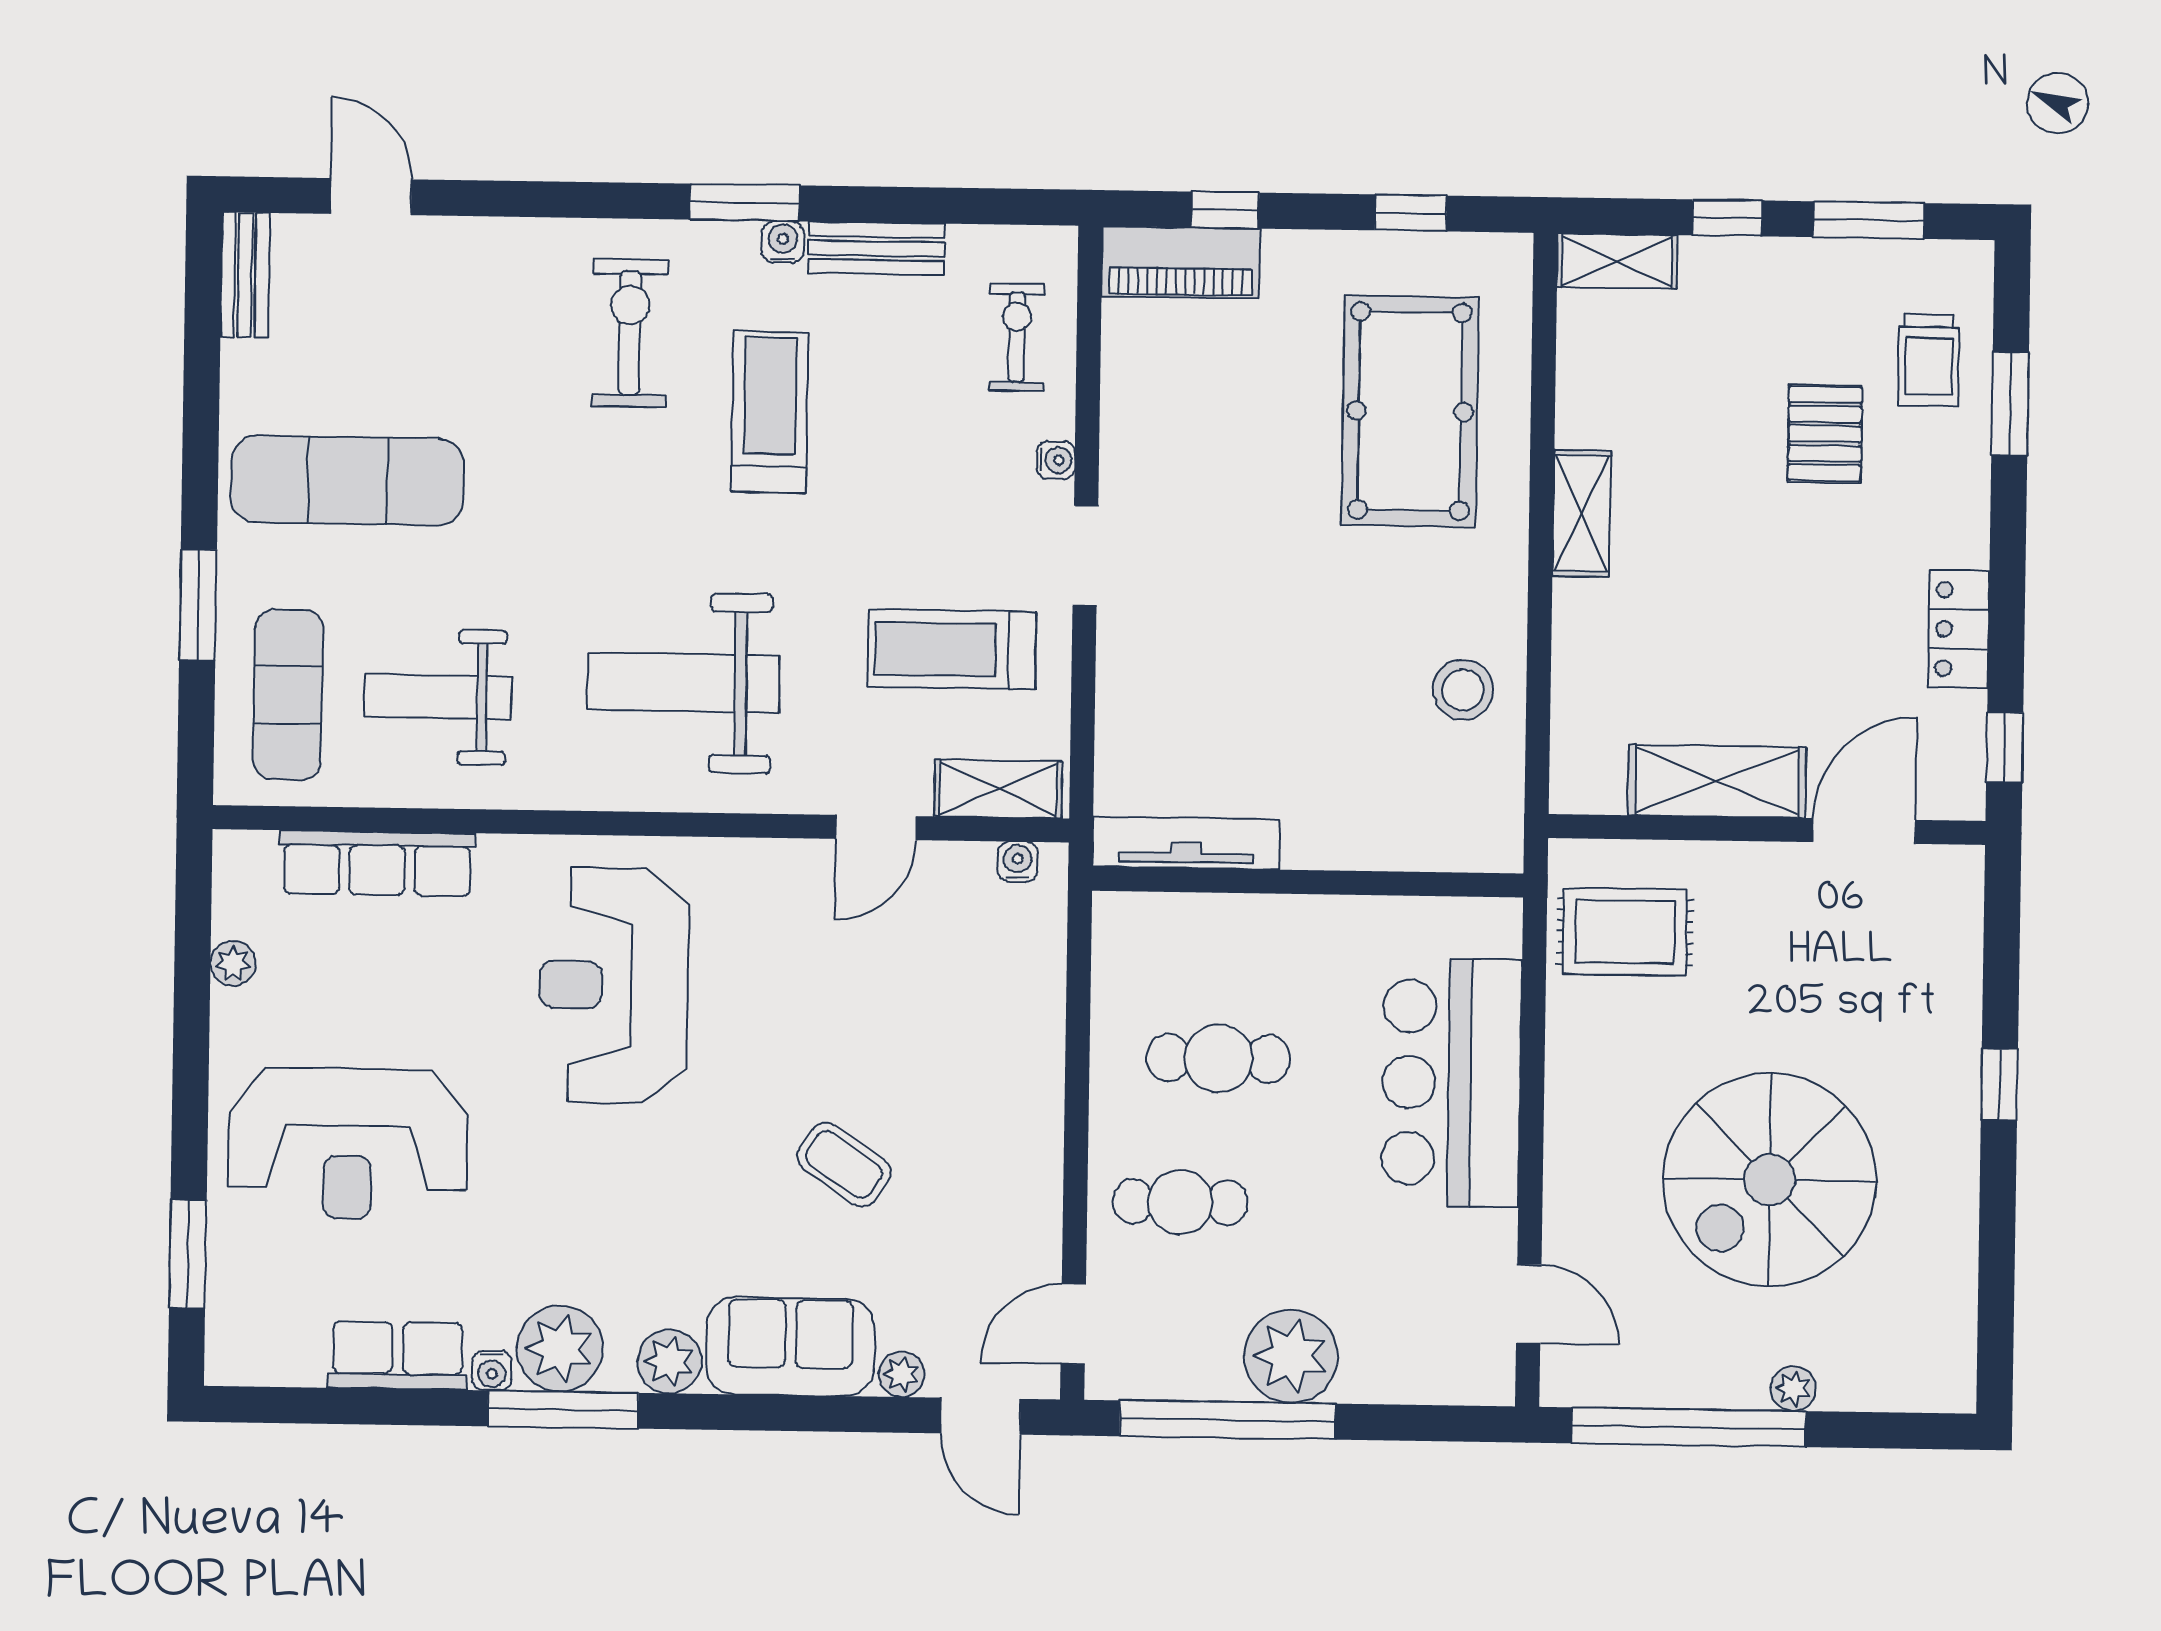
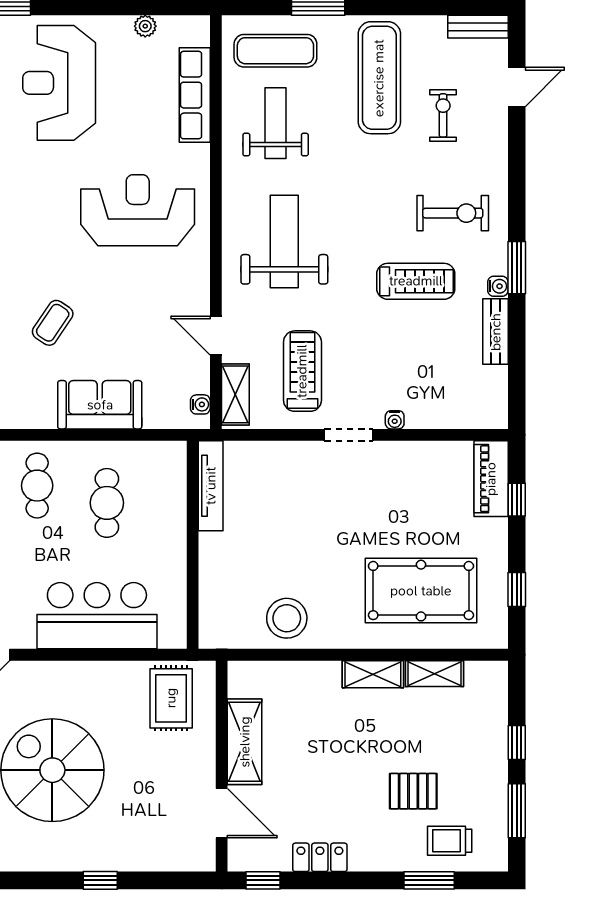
shelving: (1617, 261) -> (435, 674), moved, turned 90
exercise bike: (1017, 337) -> (443, 115), moved, turned -90
stool: (1463, 690) -> (287, 618), width x1.38, depth x1.38
sofa: (1015, 1070) -> (100, 405), added

